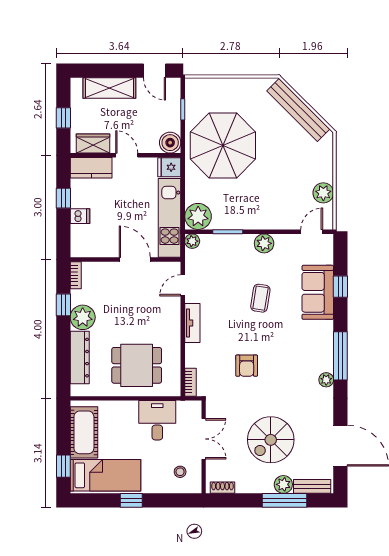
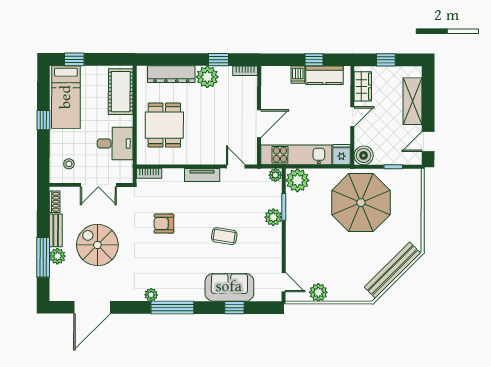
kitchen counter: (91, 168) -> (324, 75), moved, turned -90
plant: (264, 243) -> (273, 217), moved
cot: (84, 432) -> (121, 92), moved, turned 90
bench: (312, 486) -> (56, 230), moved

